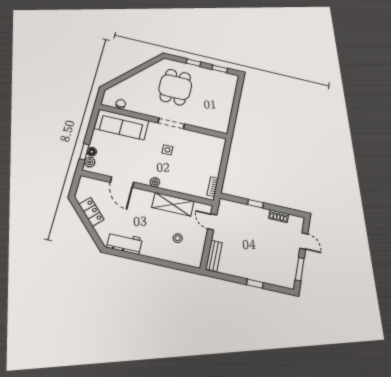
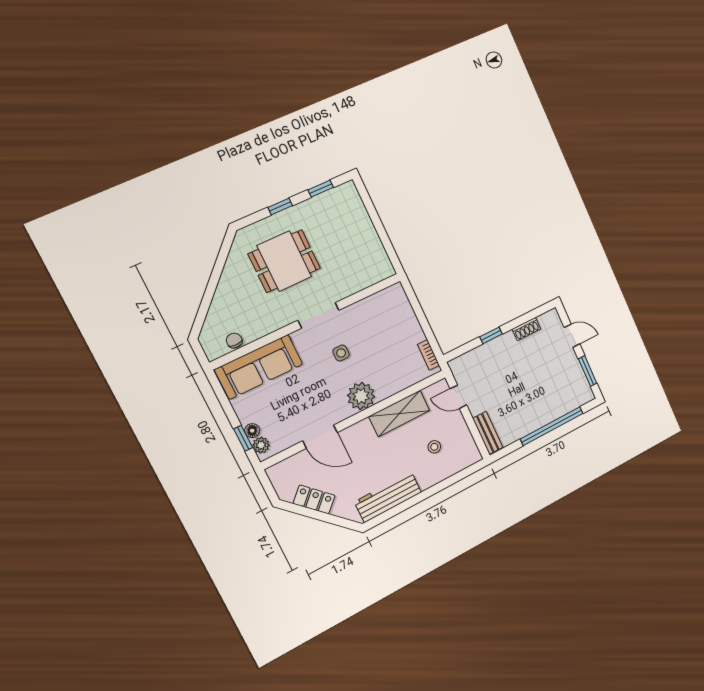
dining table: (175, 87) -> (284, 261), turned 90
plant: (155, 182) -> (361, 396), width x1.88, depth x1.88
workbench: (124, 243) -> (388, 497), width x1.37
window: (255, 284) -> (552, 426), width x3.17

